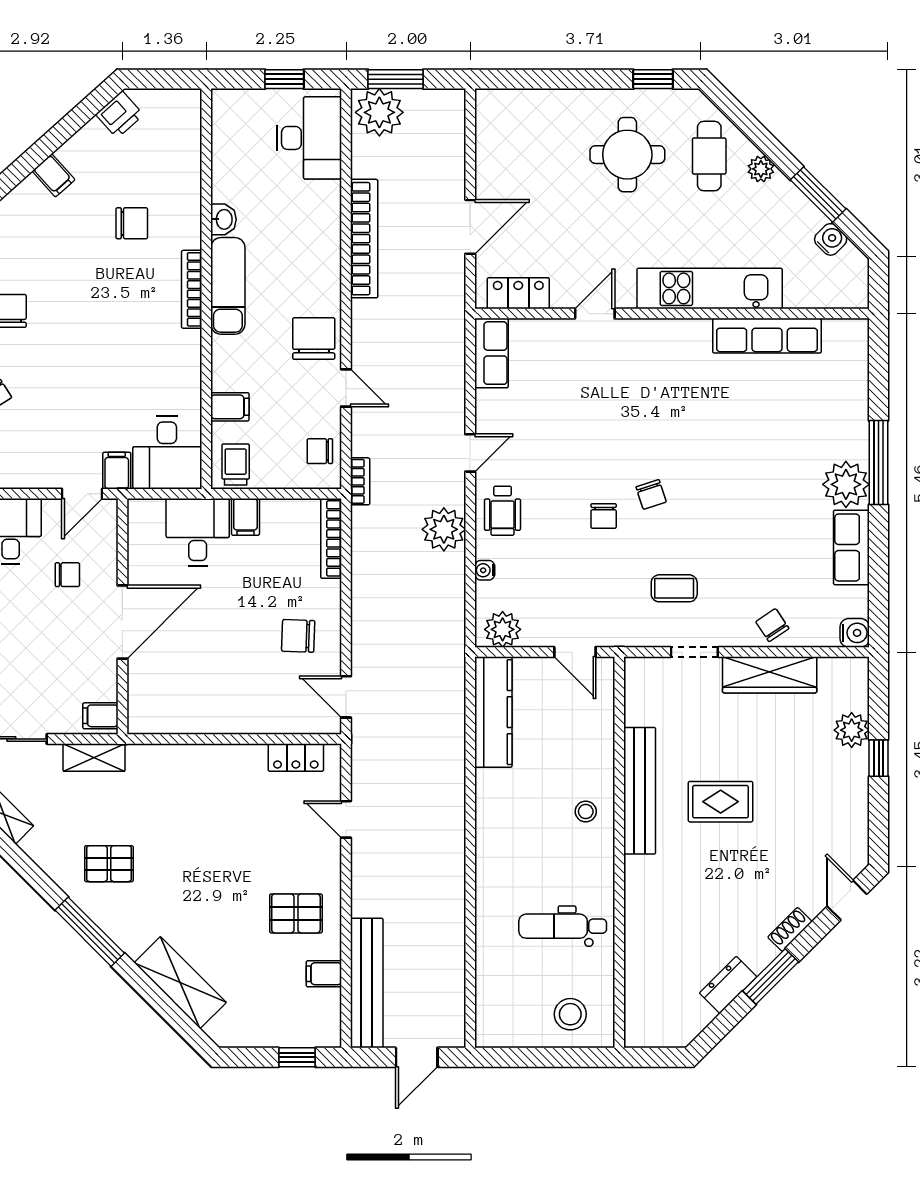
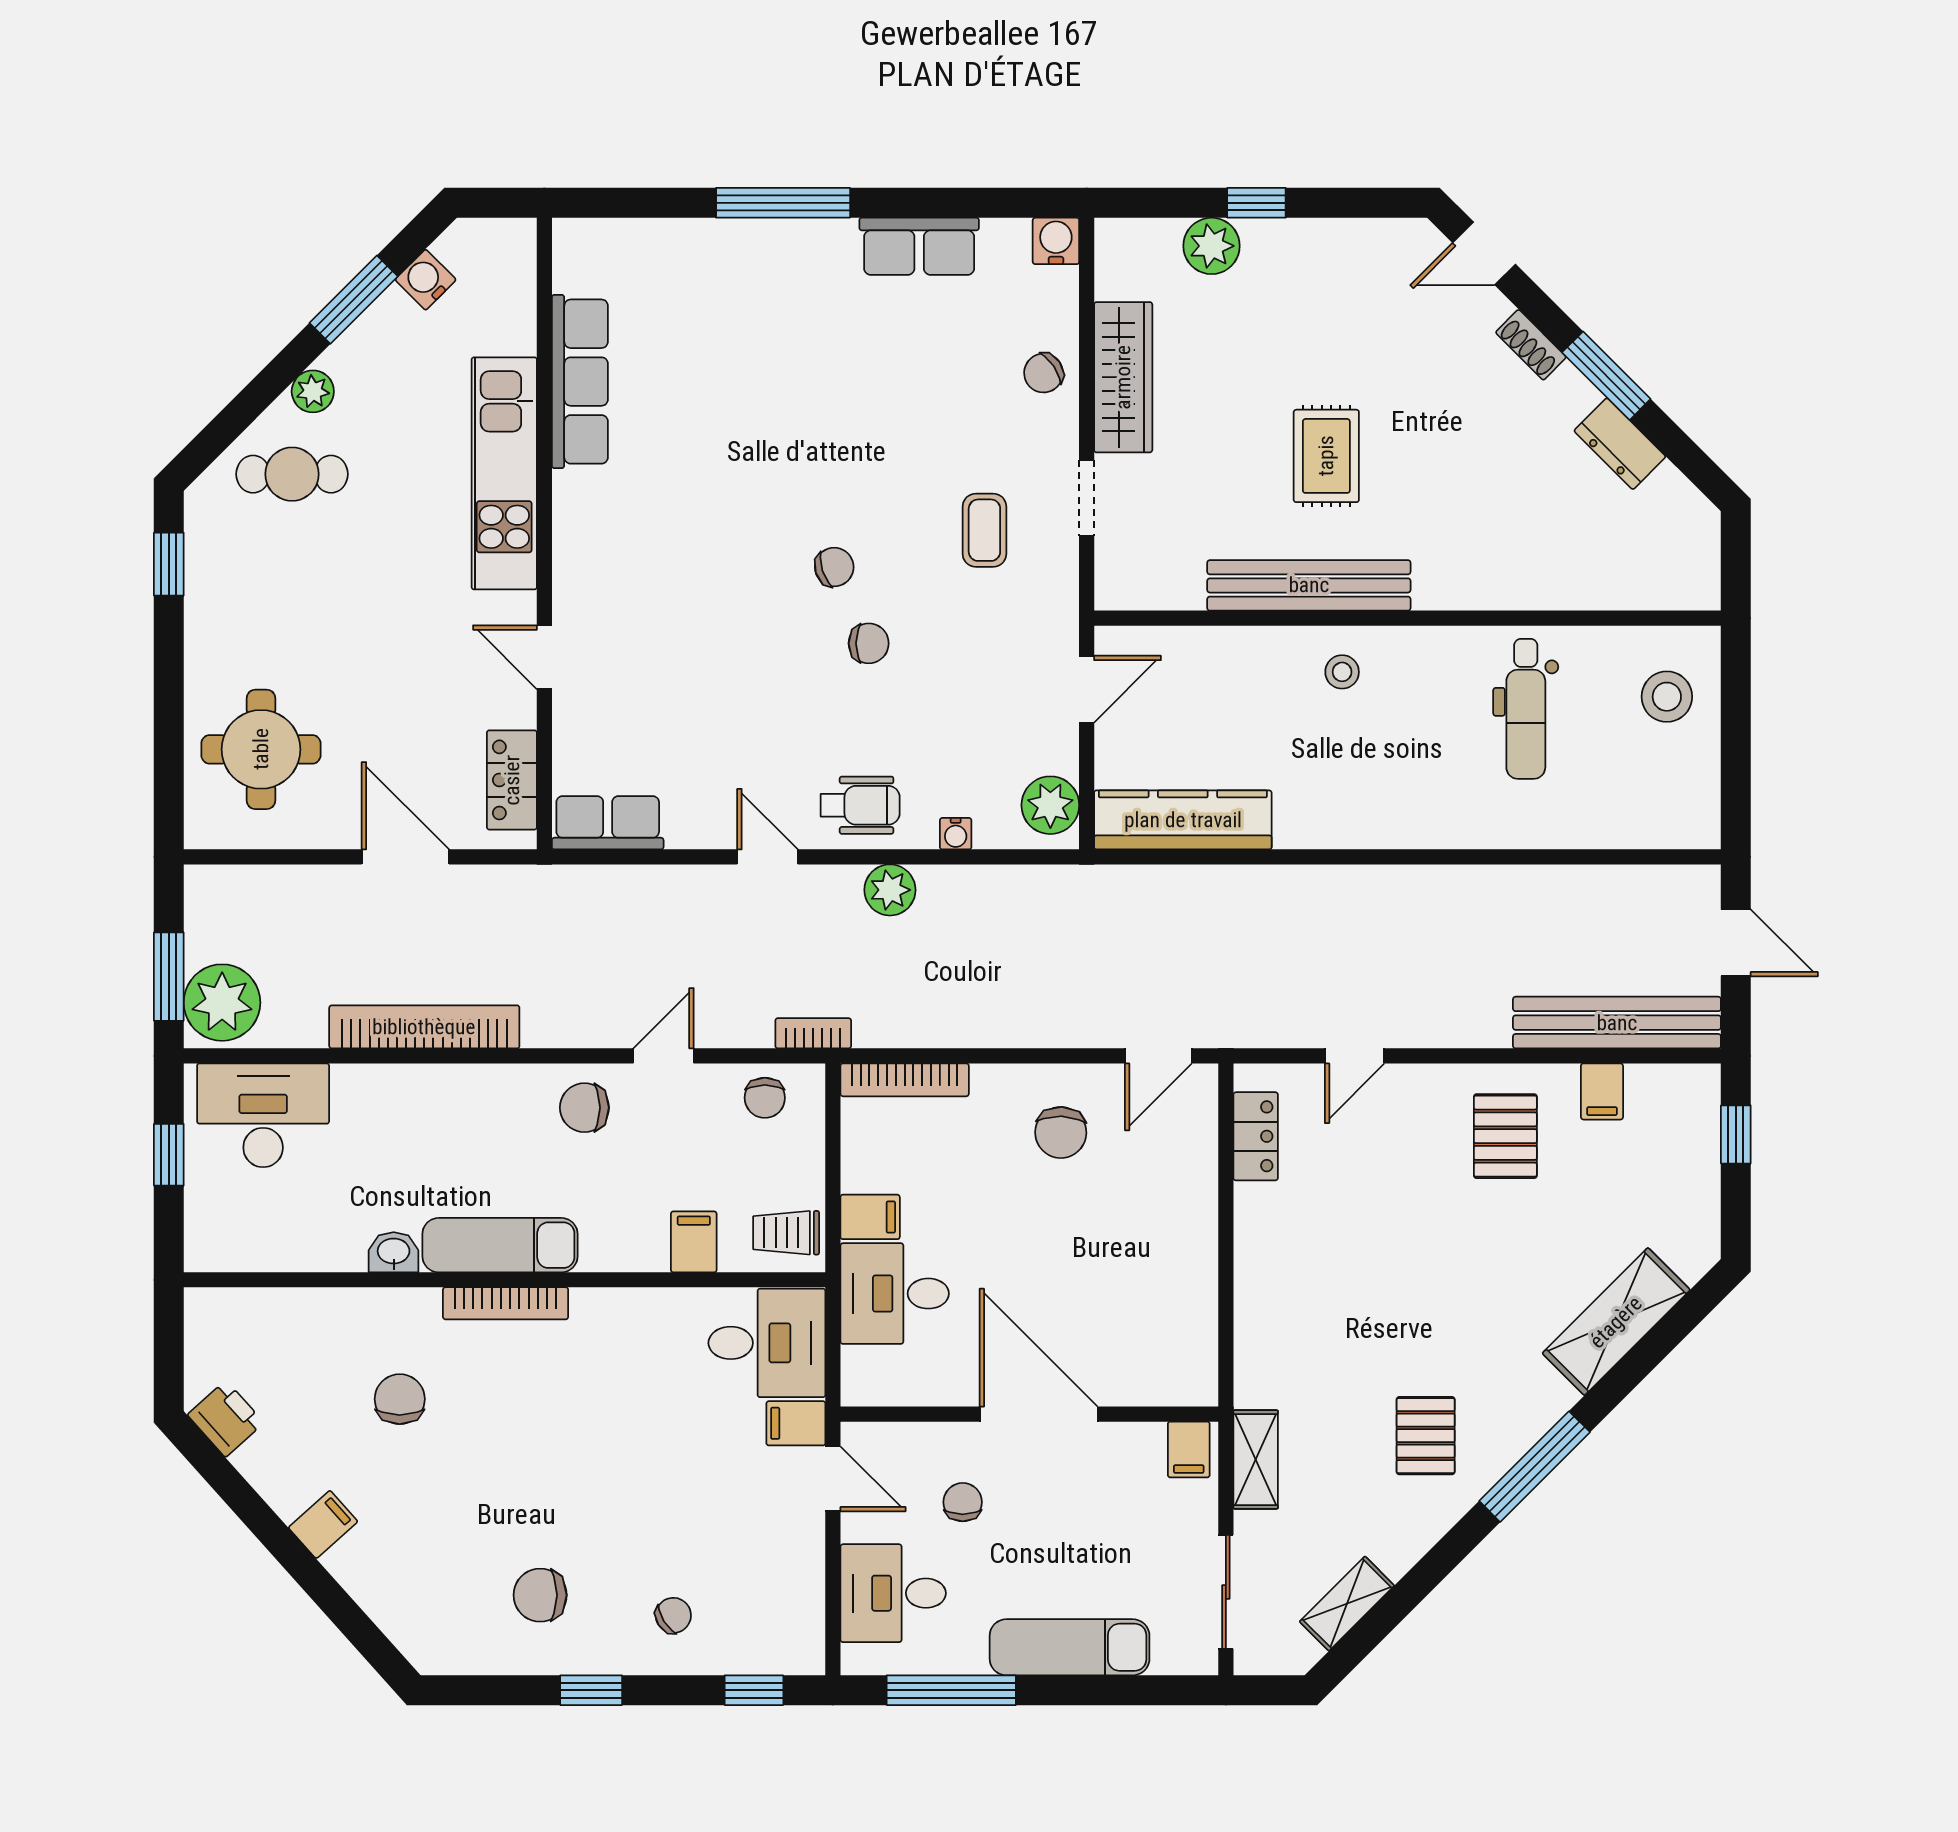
round table: (627, 155) -> (261, 749), moved
chair: (314, 339) -> (584, 1108), width x0.73, depth x0.73
plant: (846, 484) -> (818, 255), removed
plant: (444, 529) -> (890, 890), width x0.73, depth x0.73

